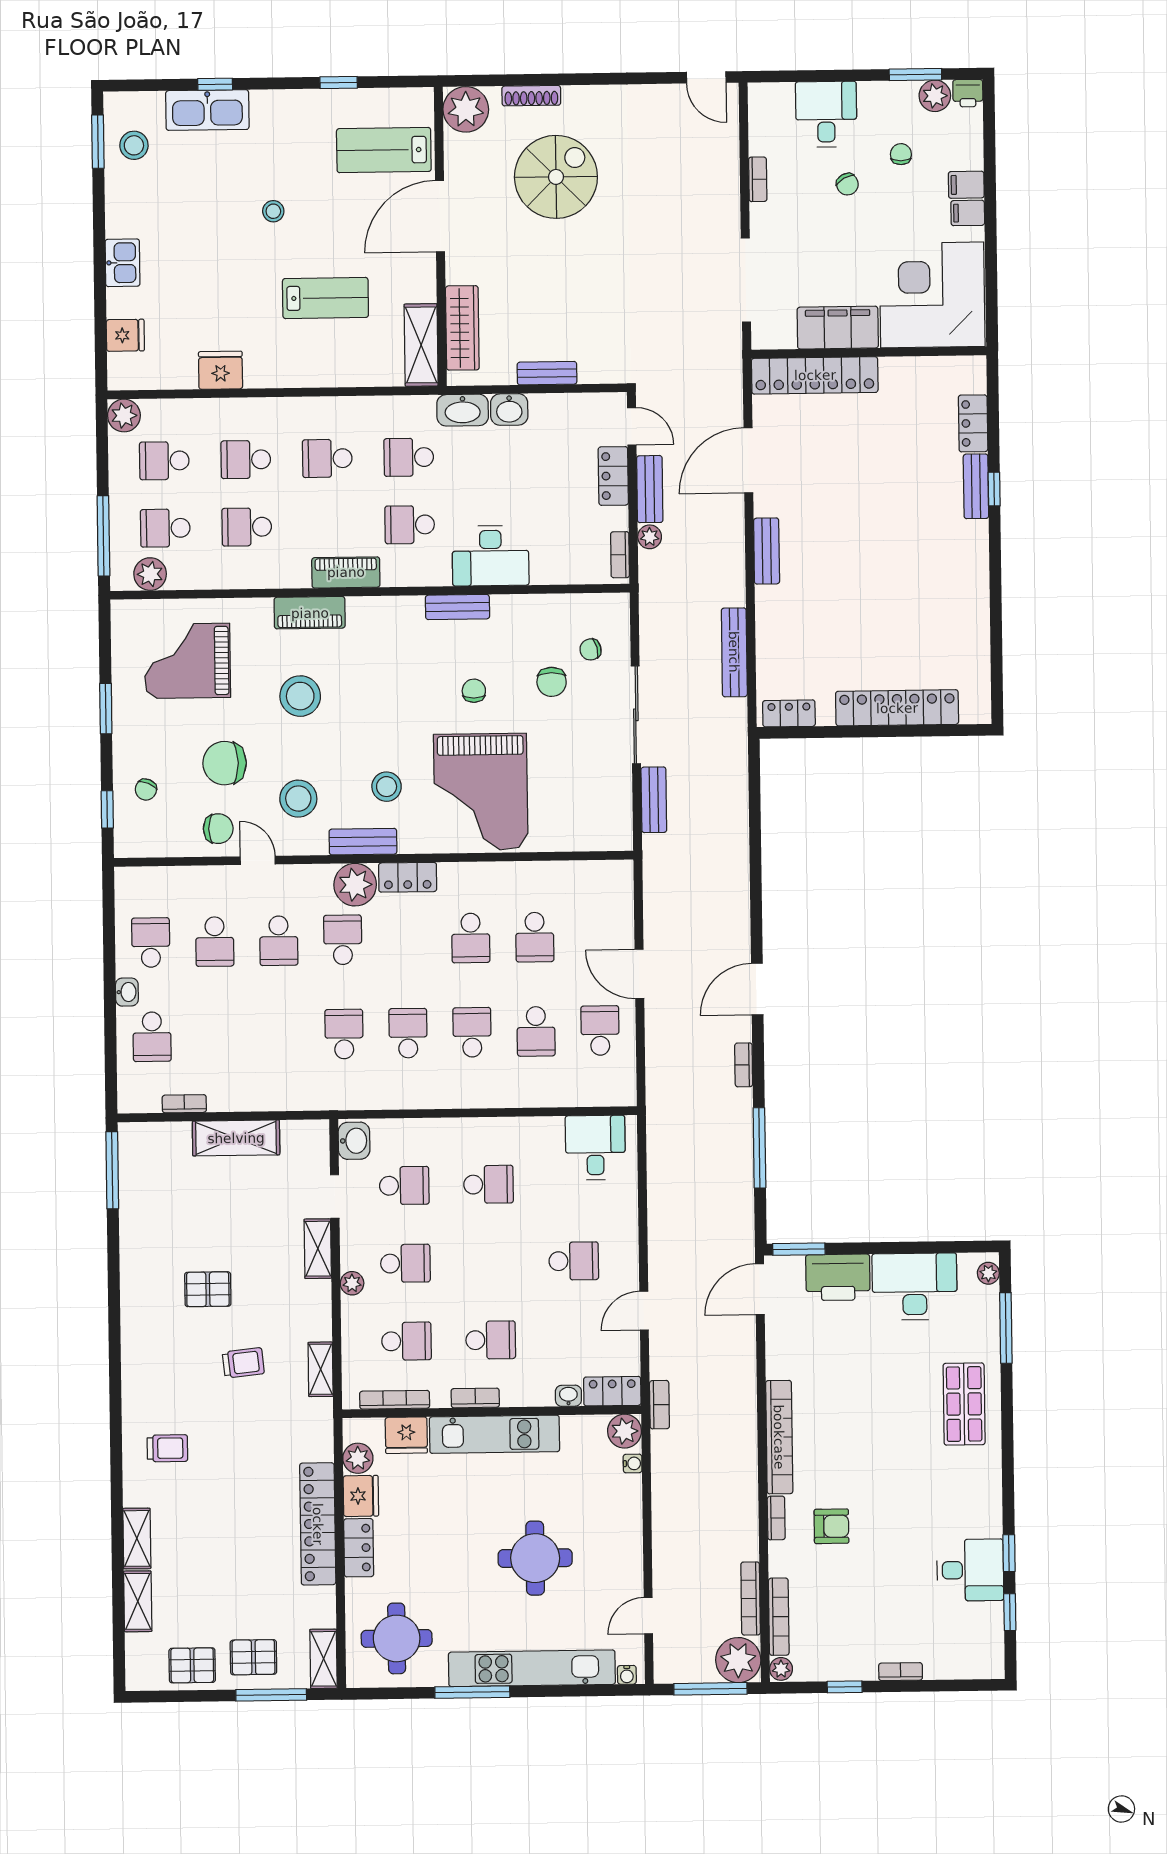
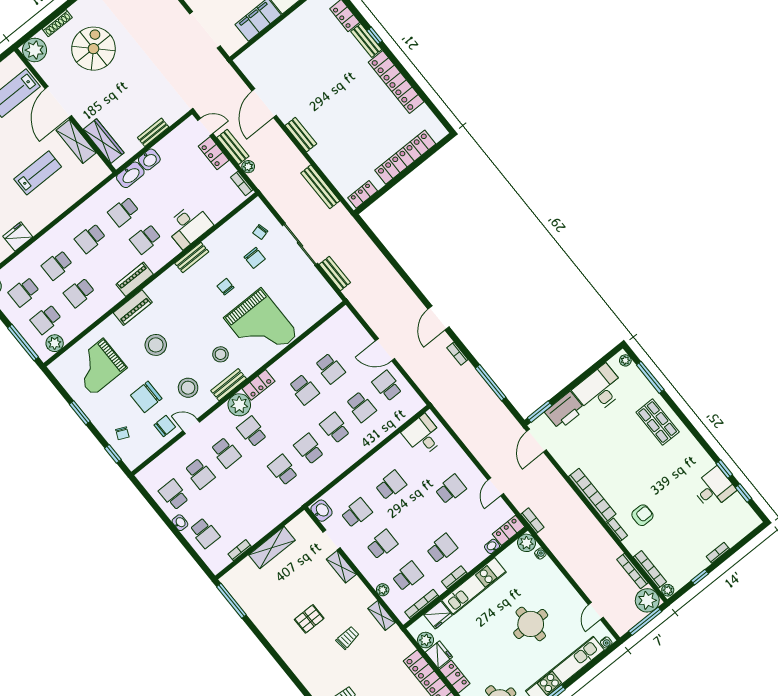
shelving: (421, 345) -> (76, 141), moved
locker: (815, 375) -> (396, 82), moved, turned 90
plant: (352, 1283) -> (383, 590), moved

